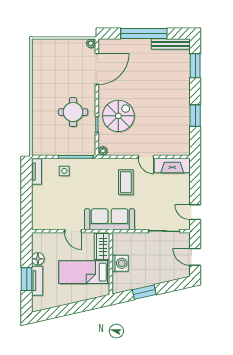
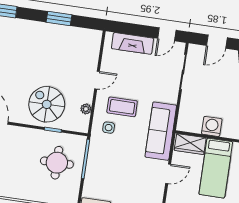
round table: (73, 112) -> (57, 163), moved
plant: (103, 151) -> (86, 109), moved
fireplace: (172, 165) -> (133, 43), moved, turned 90
side table: (64, 171) -> (109, 128), moved

